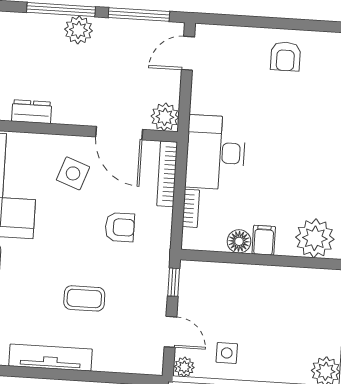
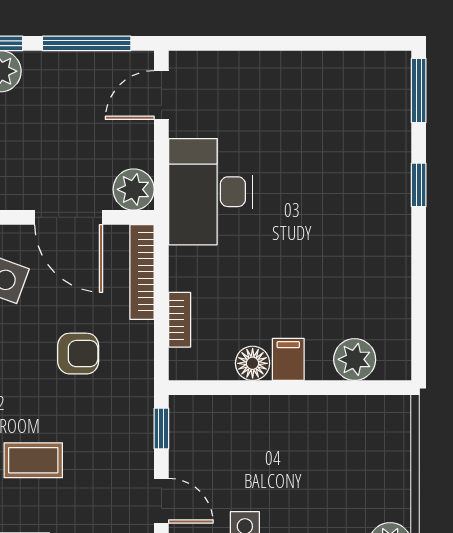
armchair: (285, 56) -> (303, 91), removed
desk: (216, 152) -> (210, 192), moved
plant: (315, 238) -> (355, 359), width x0.73, depth x0.73

